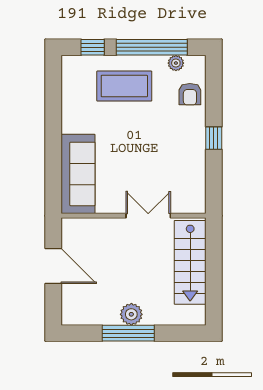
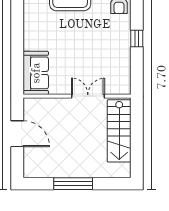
sofa: (78, 174) -> (36, 73), width x0.73
plant: (131, 314) -> (75, 170), removed

